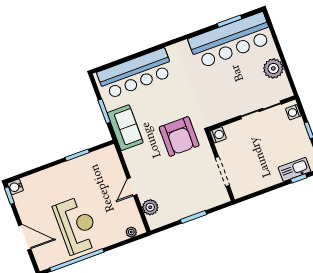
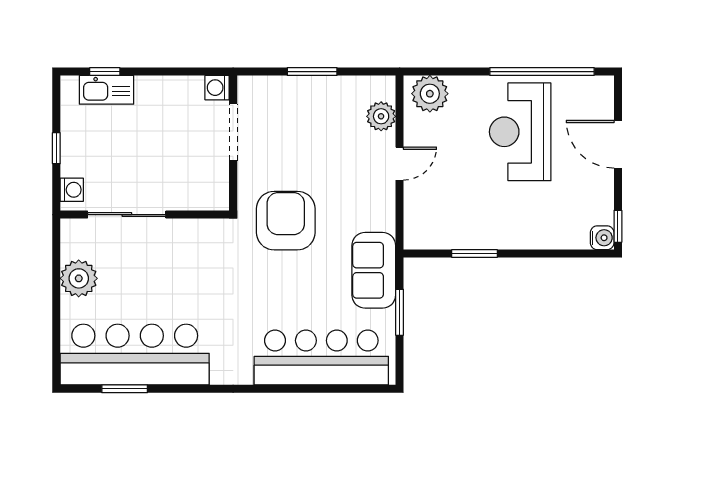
washing machine: (218, 135) -> (217, 88), moved
plant: (131, 232) -> (430, 94), width x1.88, depth x1.88

